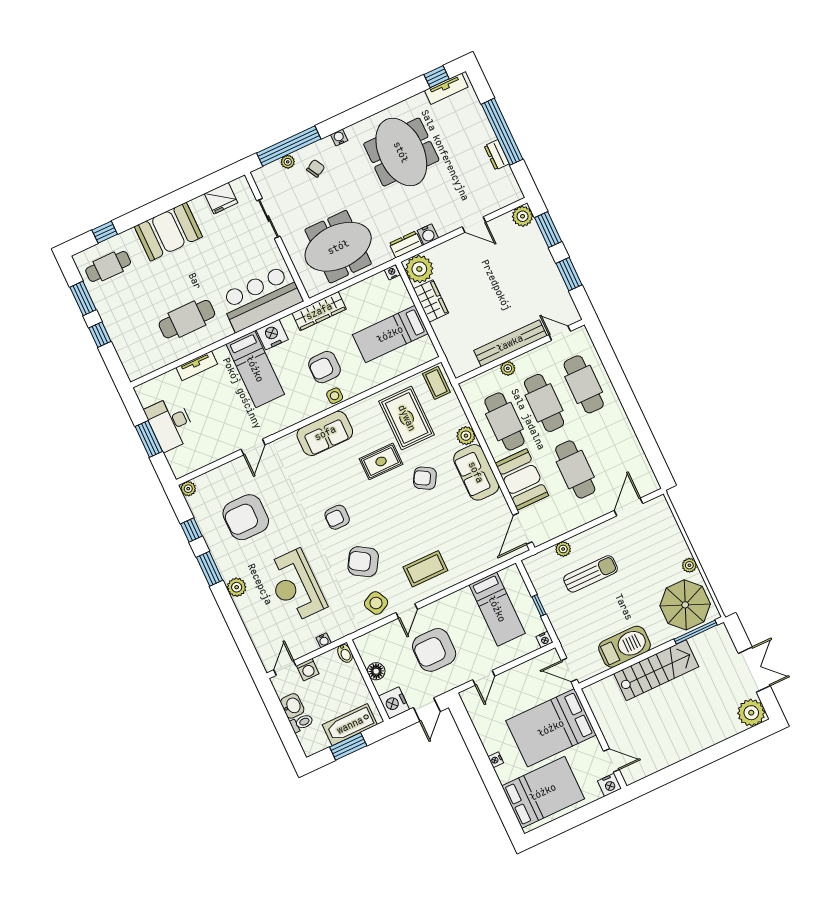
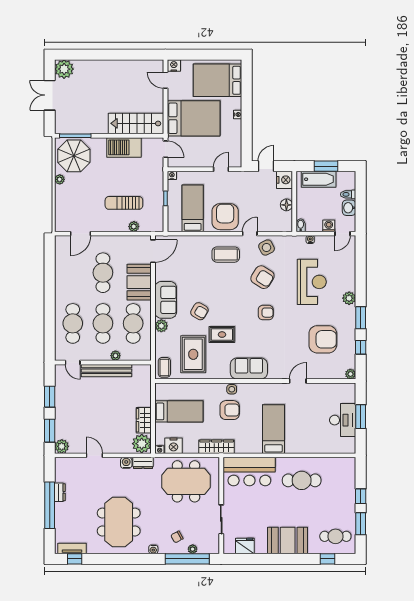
nightstand: (272, 335) -> (173, 446), moved
tv unit: (197, 366) -> (309, 448), removed
armchair: (434, 650) -> (225, 217), moved, turned -90
stairs: (656, 670) -> (136, 123), moved

